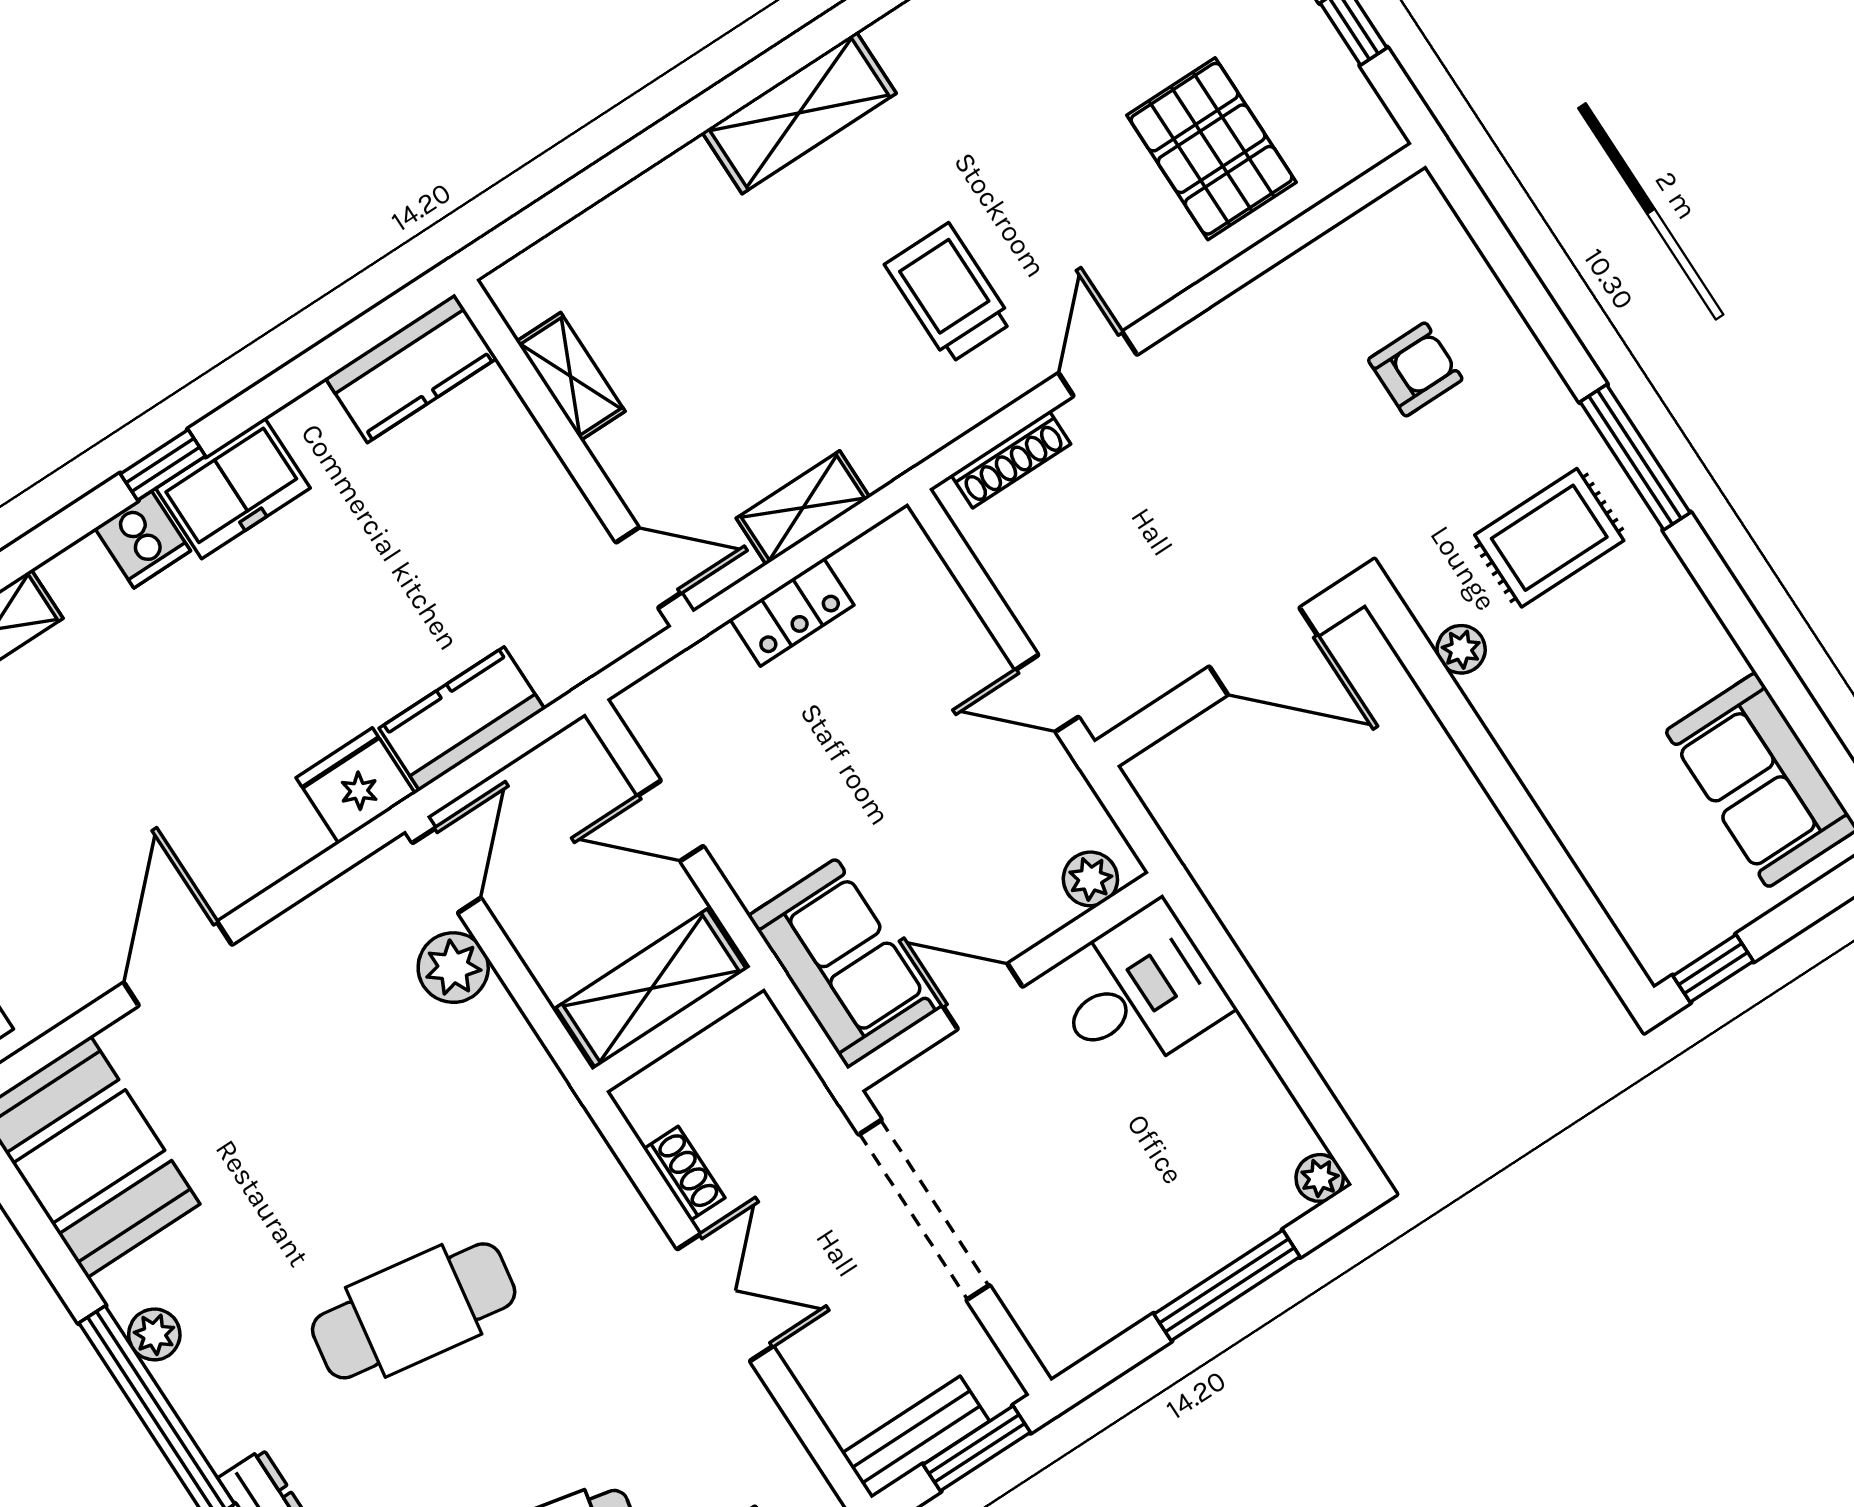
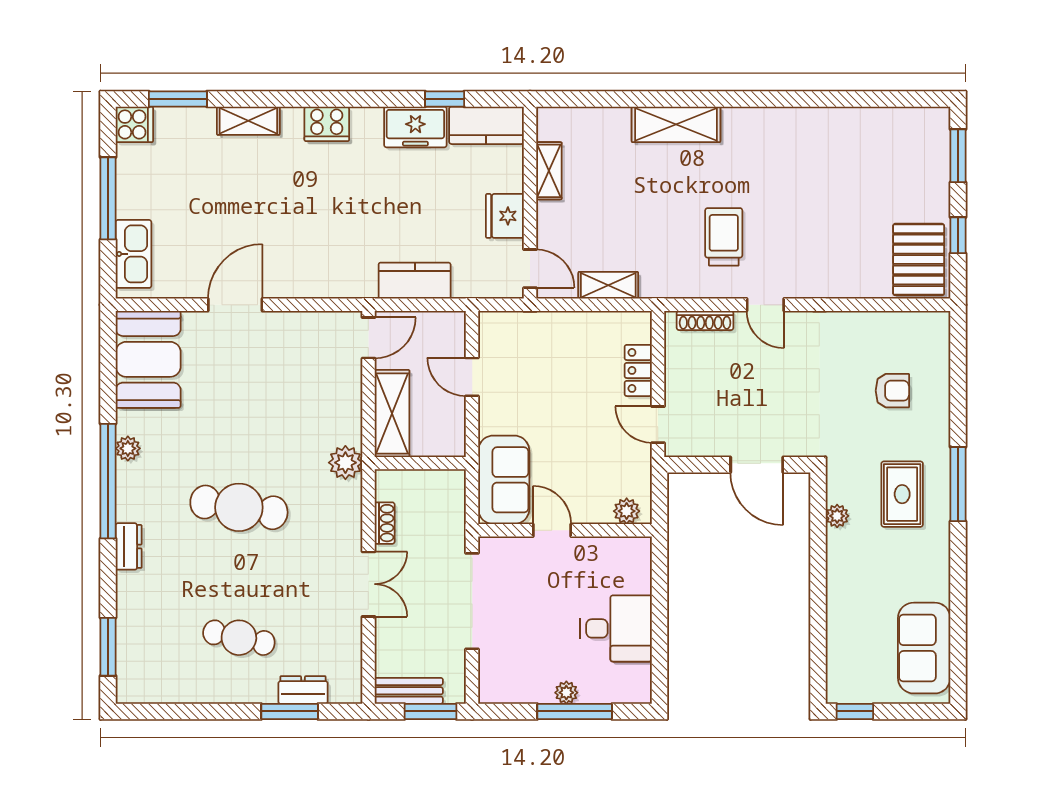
shelving: (799, 113) -> (676, 124), moved
pallet: (1212, 149) -> (919, 260), moved
door: (1098, 364) -> (765, 305), swing flipped
window: (163, 465) -> (445, 99), moved
freezer: (233, 488) -> (415, 127), moved
rug: (1549, 538) -> (902, 494), turned 90
cooker: (143, 540) -> (327, 124), width x1.36
locker: (792, 612) -> (638, 370), moved, turned 90
fridge: (356, 786) -> (505, 216), moved, turned -90
plant: (453, 968) -> (345, 463), moved
shelving: (651, 989) -> (392, 413), moved, turned 90
desk: (1138, 992) -> (616, 628), moved
plant: (1320, 1178) -> (566, 693), moved

